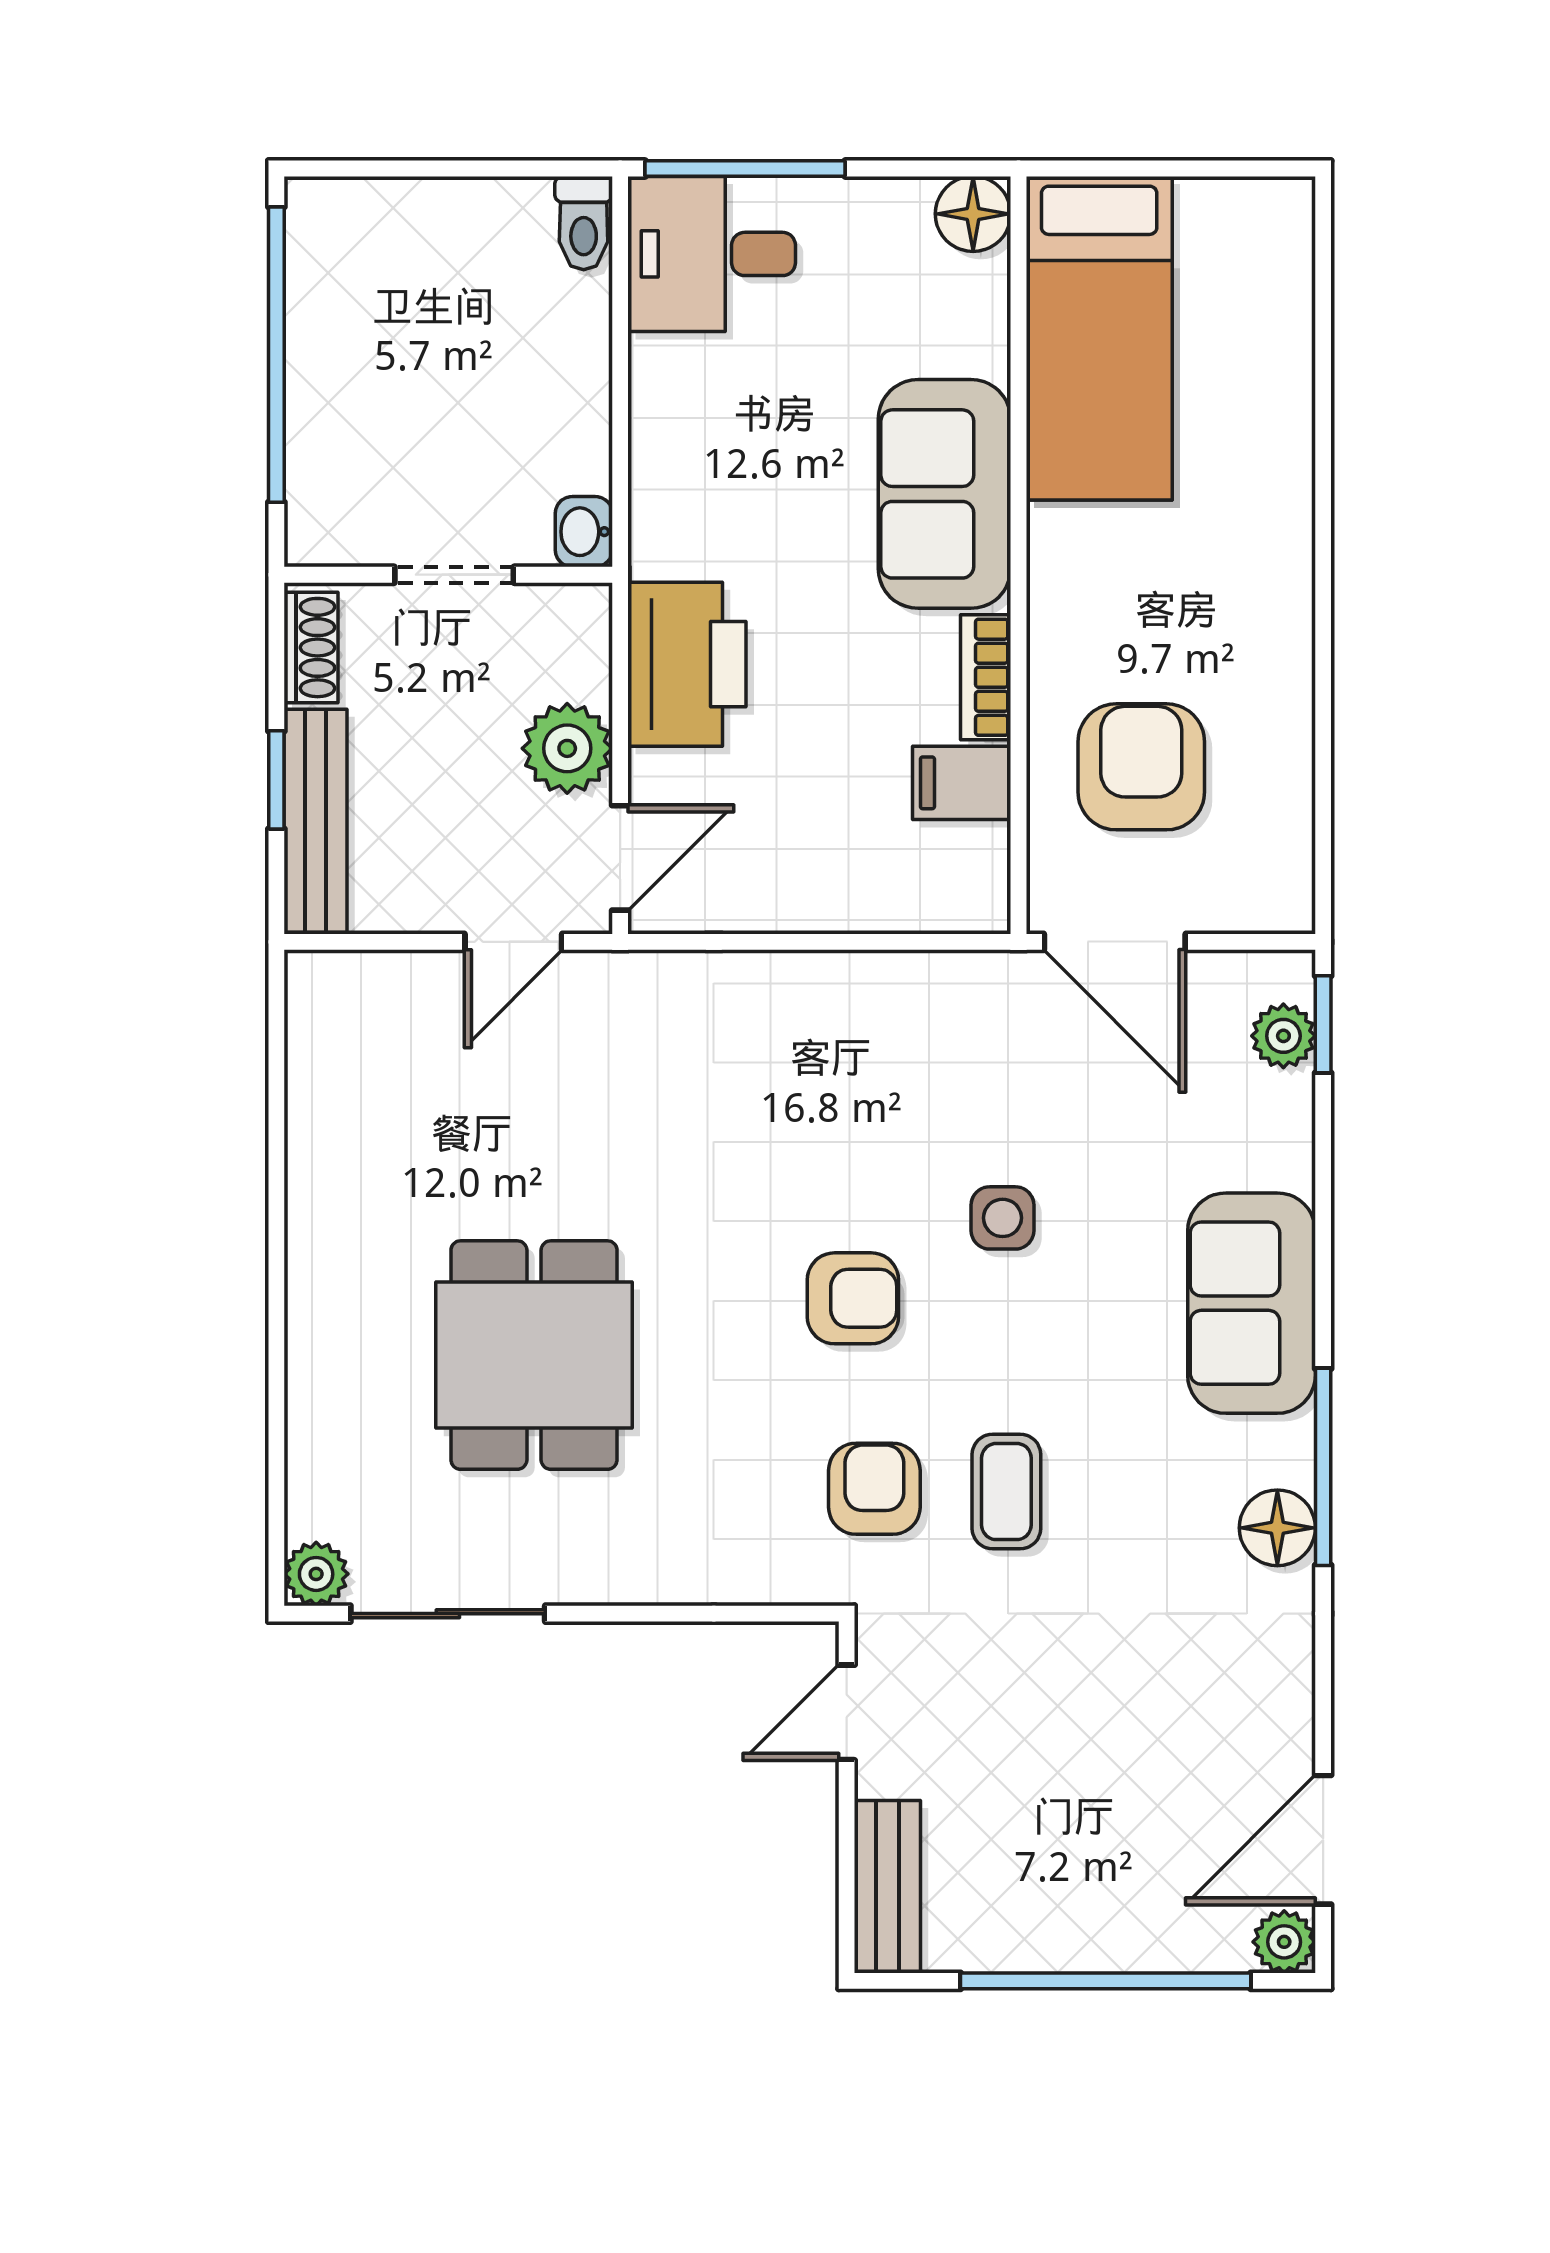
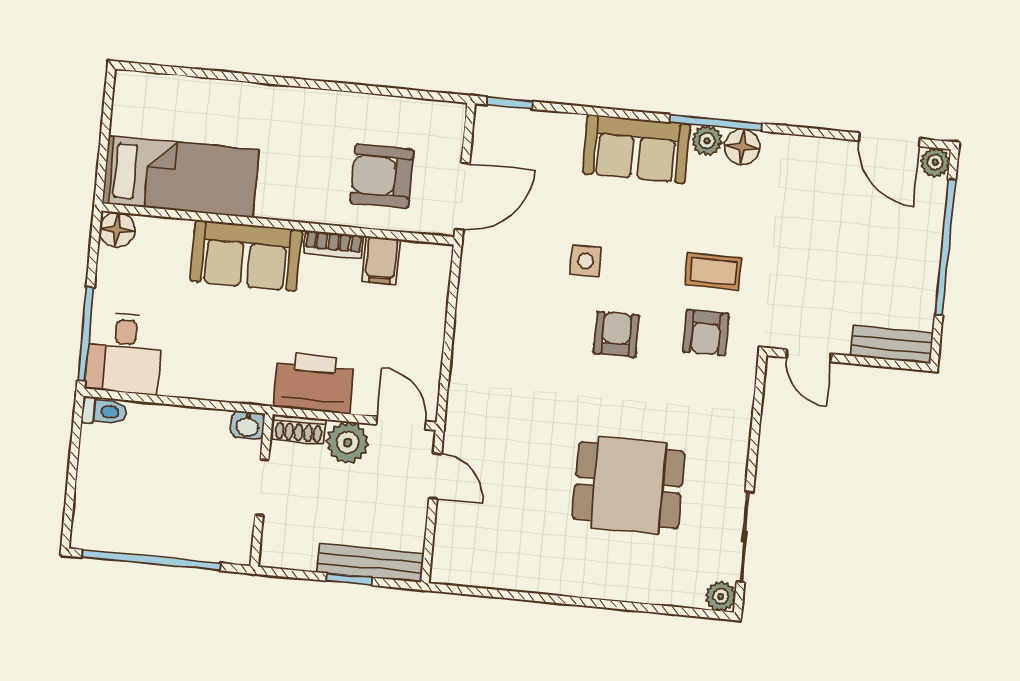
shoe rack: (311, 648) -> (299, 429), moved, turned 180
plant: (1283, 1036) -> (707, 141), moved
armchair: (874, 1489) -> (706, 333), turned -90

